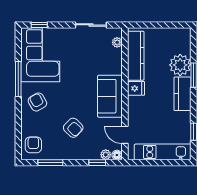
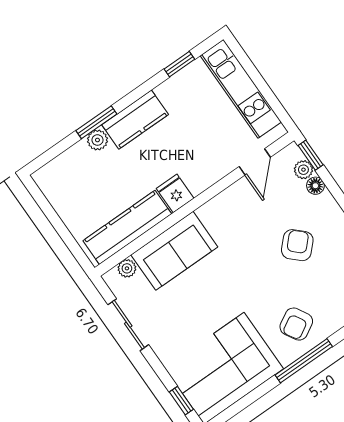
plant: (180, 65) -> (97, 140), width x0.53, depth x0.53
window: (18, 79) -> (304, 361), moved
sofa: (110, 96) -> (174, 251), moved
floor lamp: (117, 155) -> (315, 186), moved
window: (97, 163) -> (311, 155), moved

